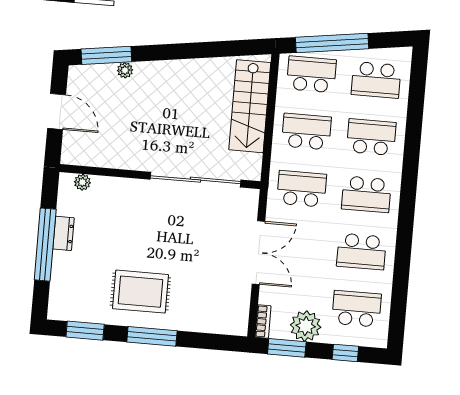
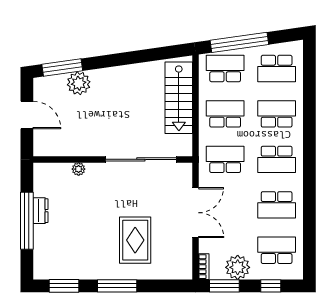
plant: (125, 70) -> (79, 83), width x1.88, depth x1.88
plant: (82, 182) -> (79, 169), moved
rug: (140, 292) -> (135, 240), moved, turned 90

